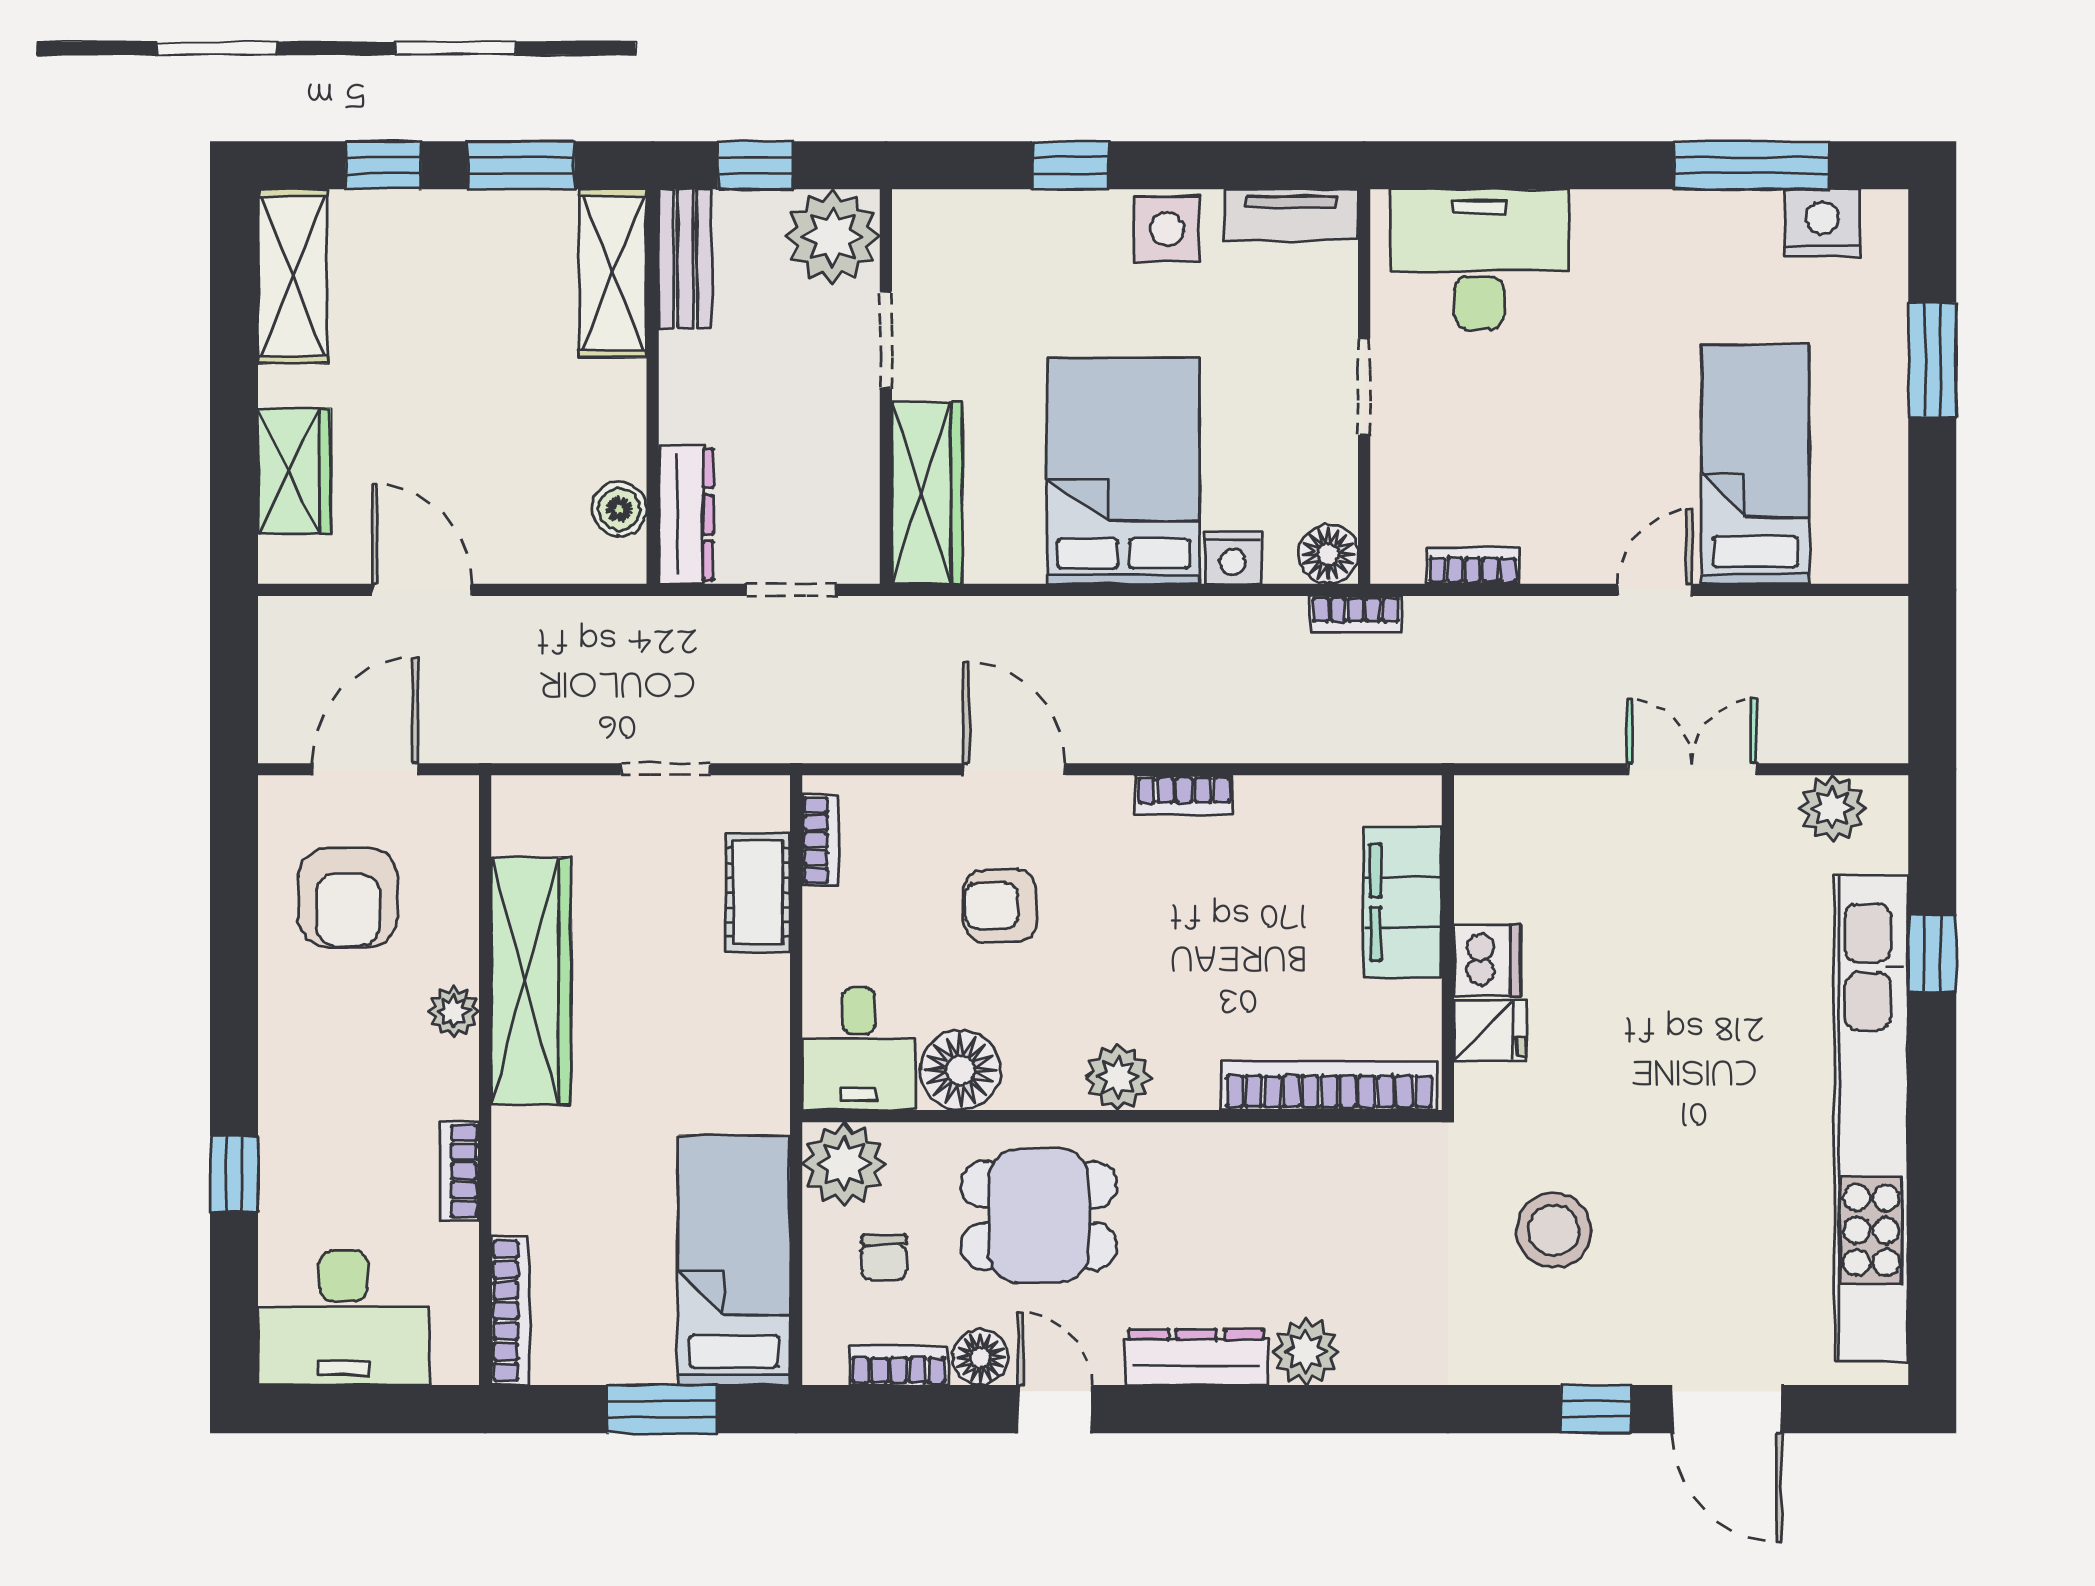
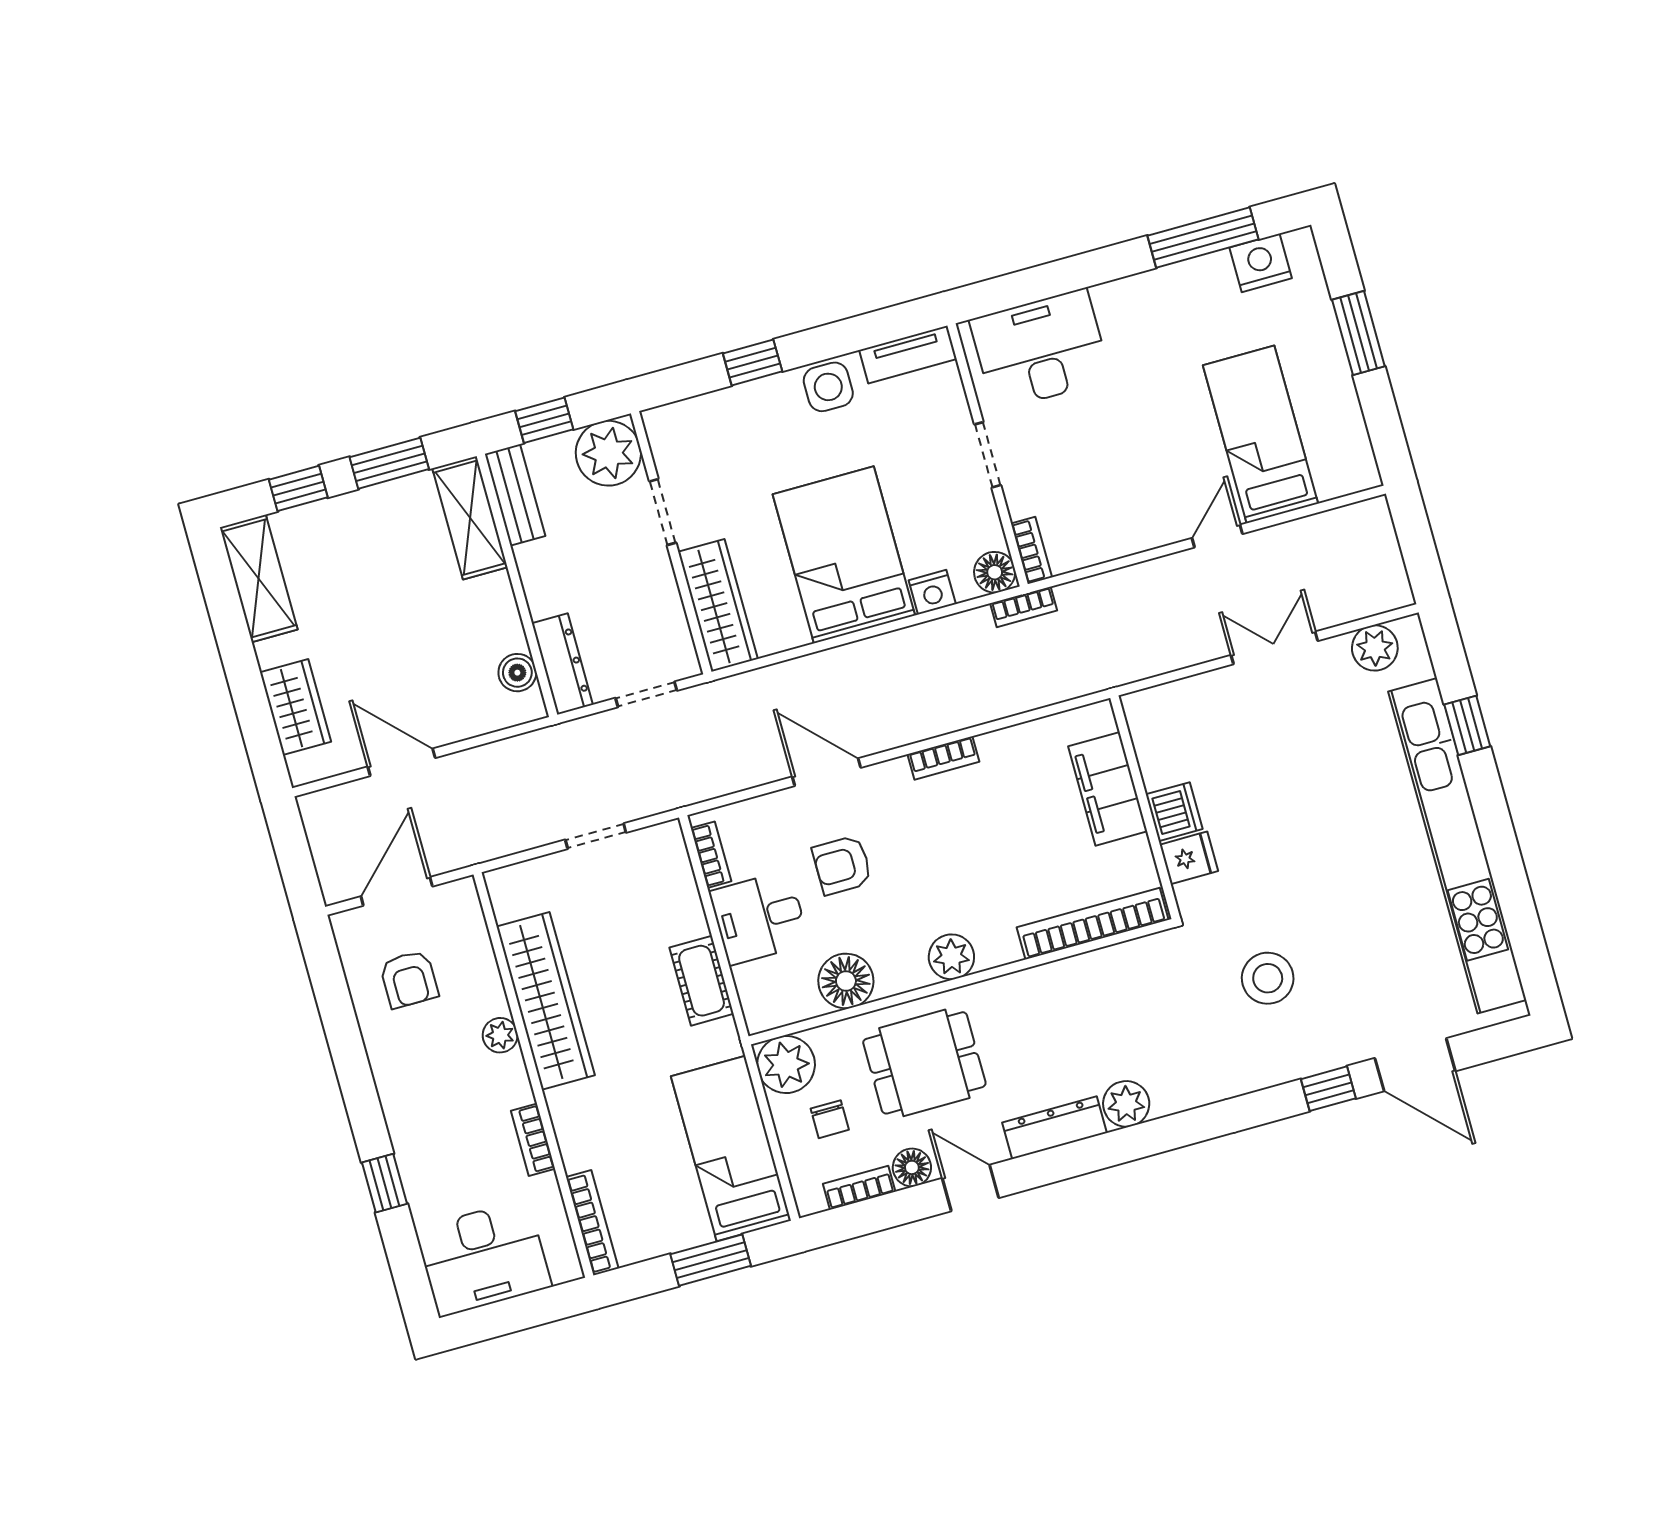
bookcase: (1473, 565) -> (1031, 550), moved, turned 90
cot: (758, 892) -> (702, 981), moved
armchair: (348, 897) -> (409, 979), width x0.72, depth x0.72
desk: (859, 1049) -> (759, 918), moved, turned 90

